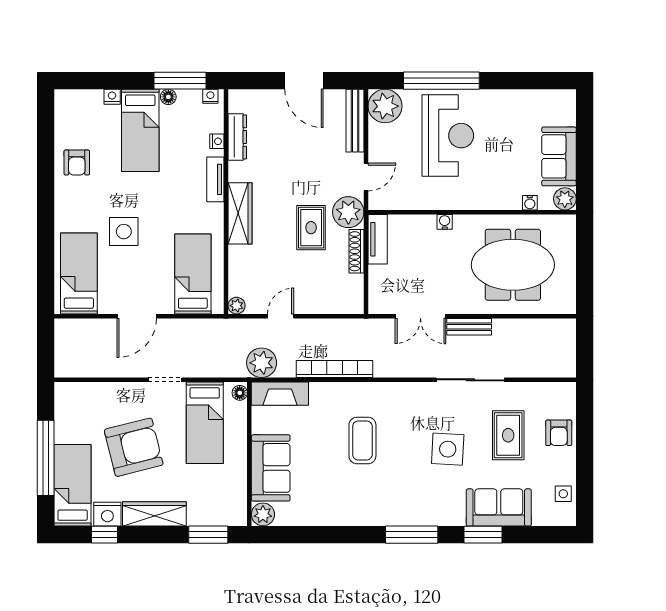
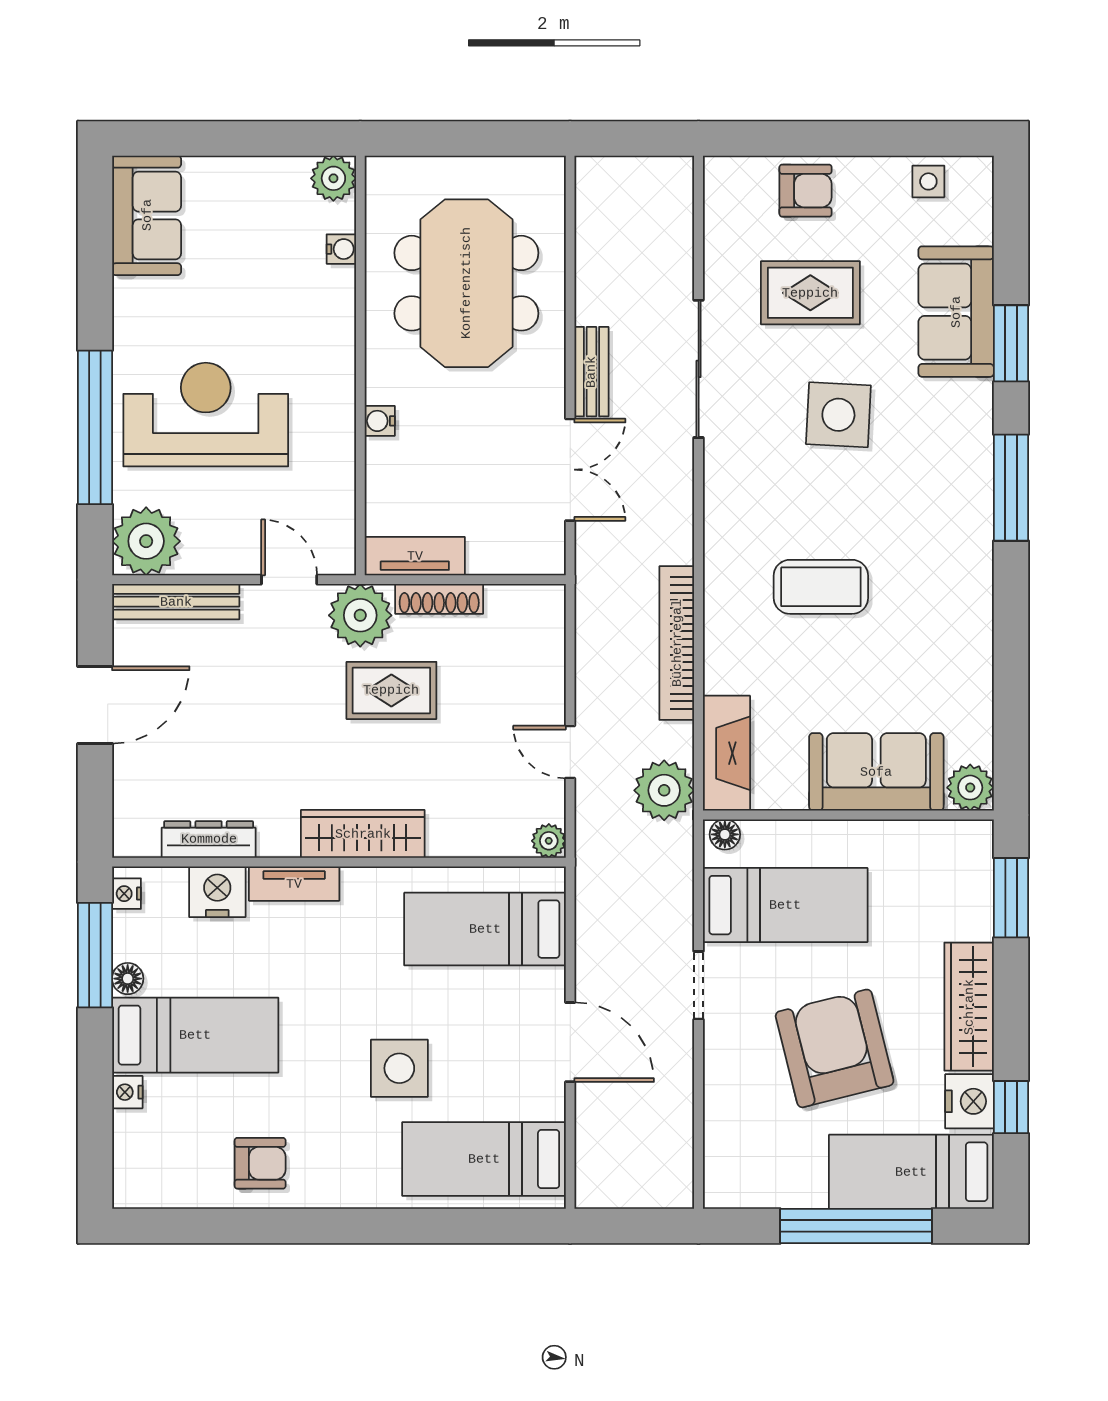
nightstand: (217, 141) -> (217, 892), width x1.89, depth x1.79
sofa: (559, 156) -> (147, 215), moved, turned -90

